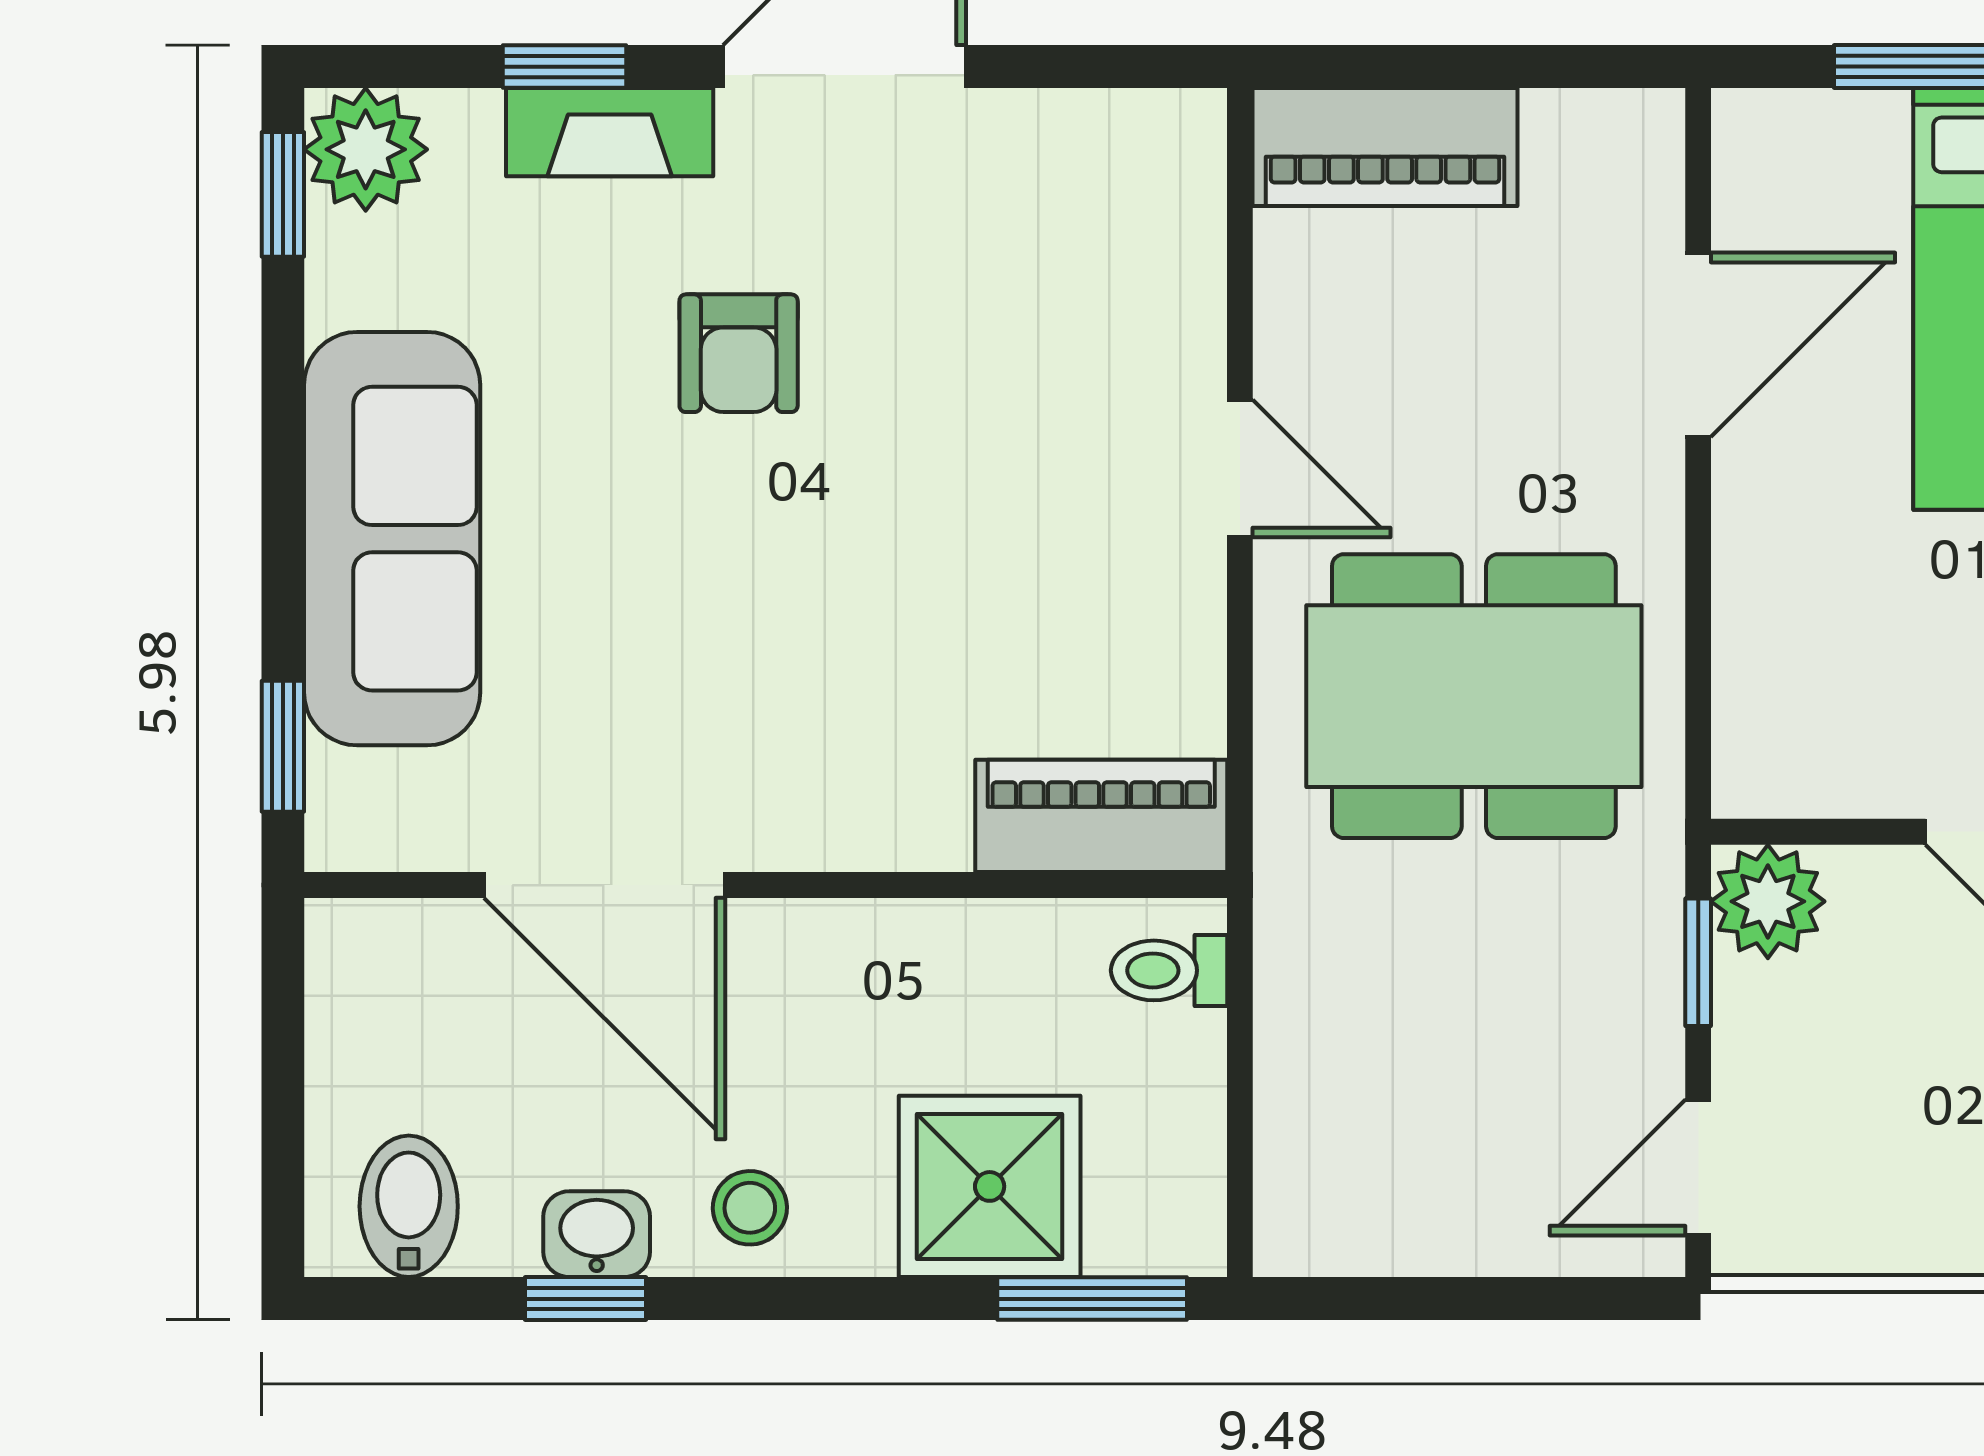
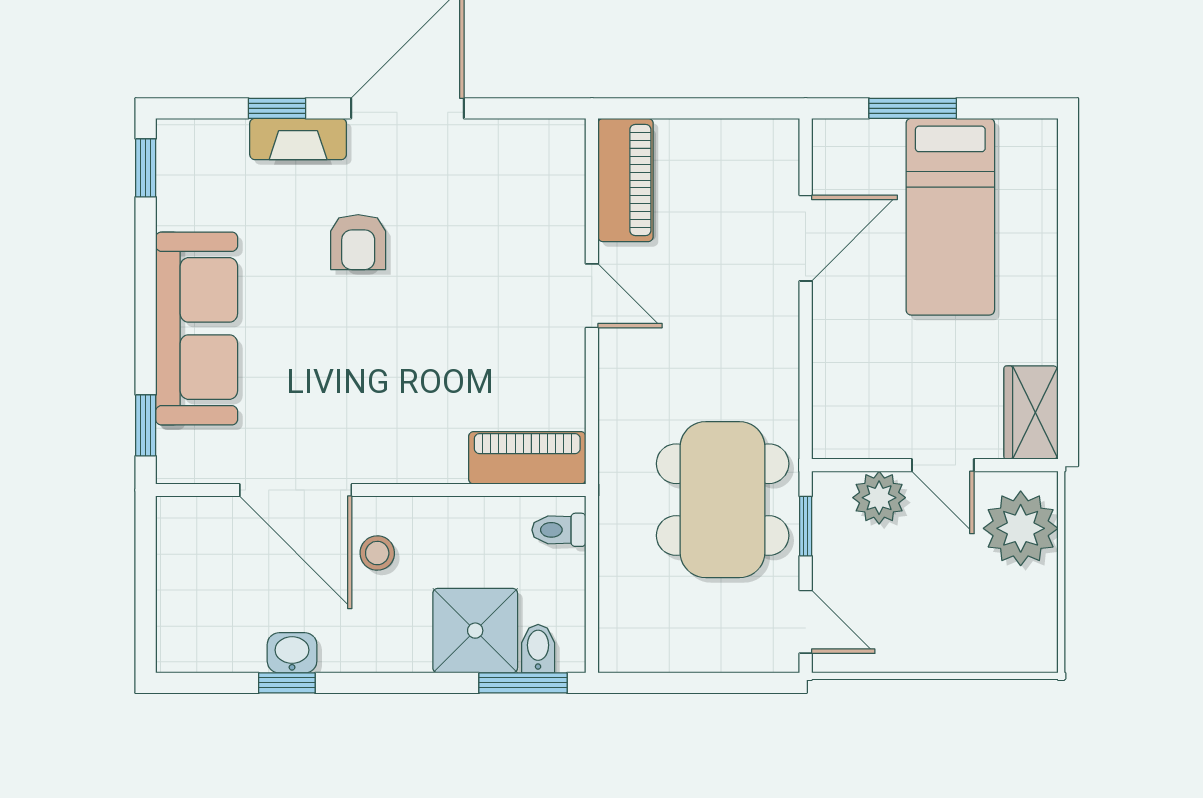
piano: (1385, 147) -> (626, 180), moved, turned -90
plant: (366, 149) -> (184, 147), removed
dining table: (1474, 696) -> (723, 500), moved, turned 90
plant: (1768, 901) -> (879, 498), moved
door: (1698, 1168) -> (806, 622), swing flipped
bidet: (409, 1206) -> (538, 649), moved, width x0.72, depth x0.74
stool: (750, 1208) -> (377, 553), moved

